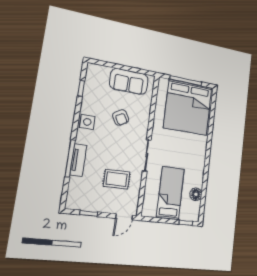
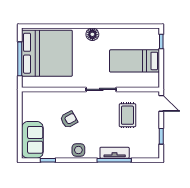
sofa: (129, 81) -> (32, 140), moved
floor lamp: (196, 194) -> (92, 34), moved

